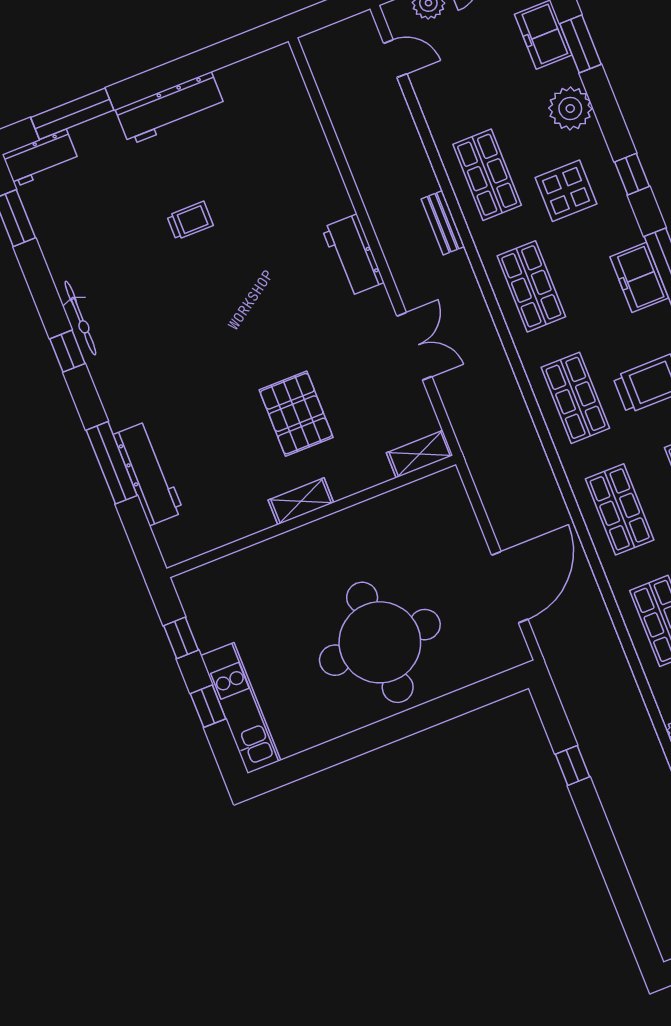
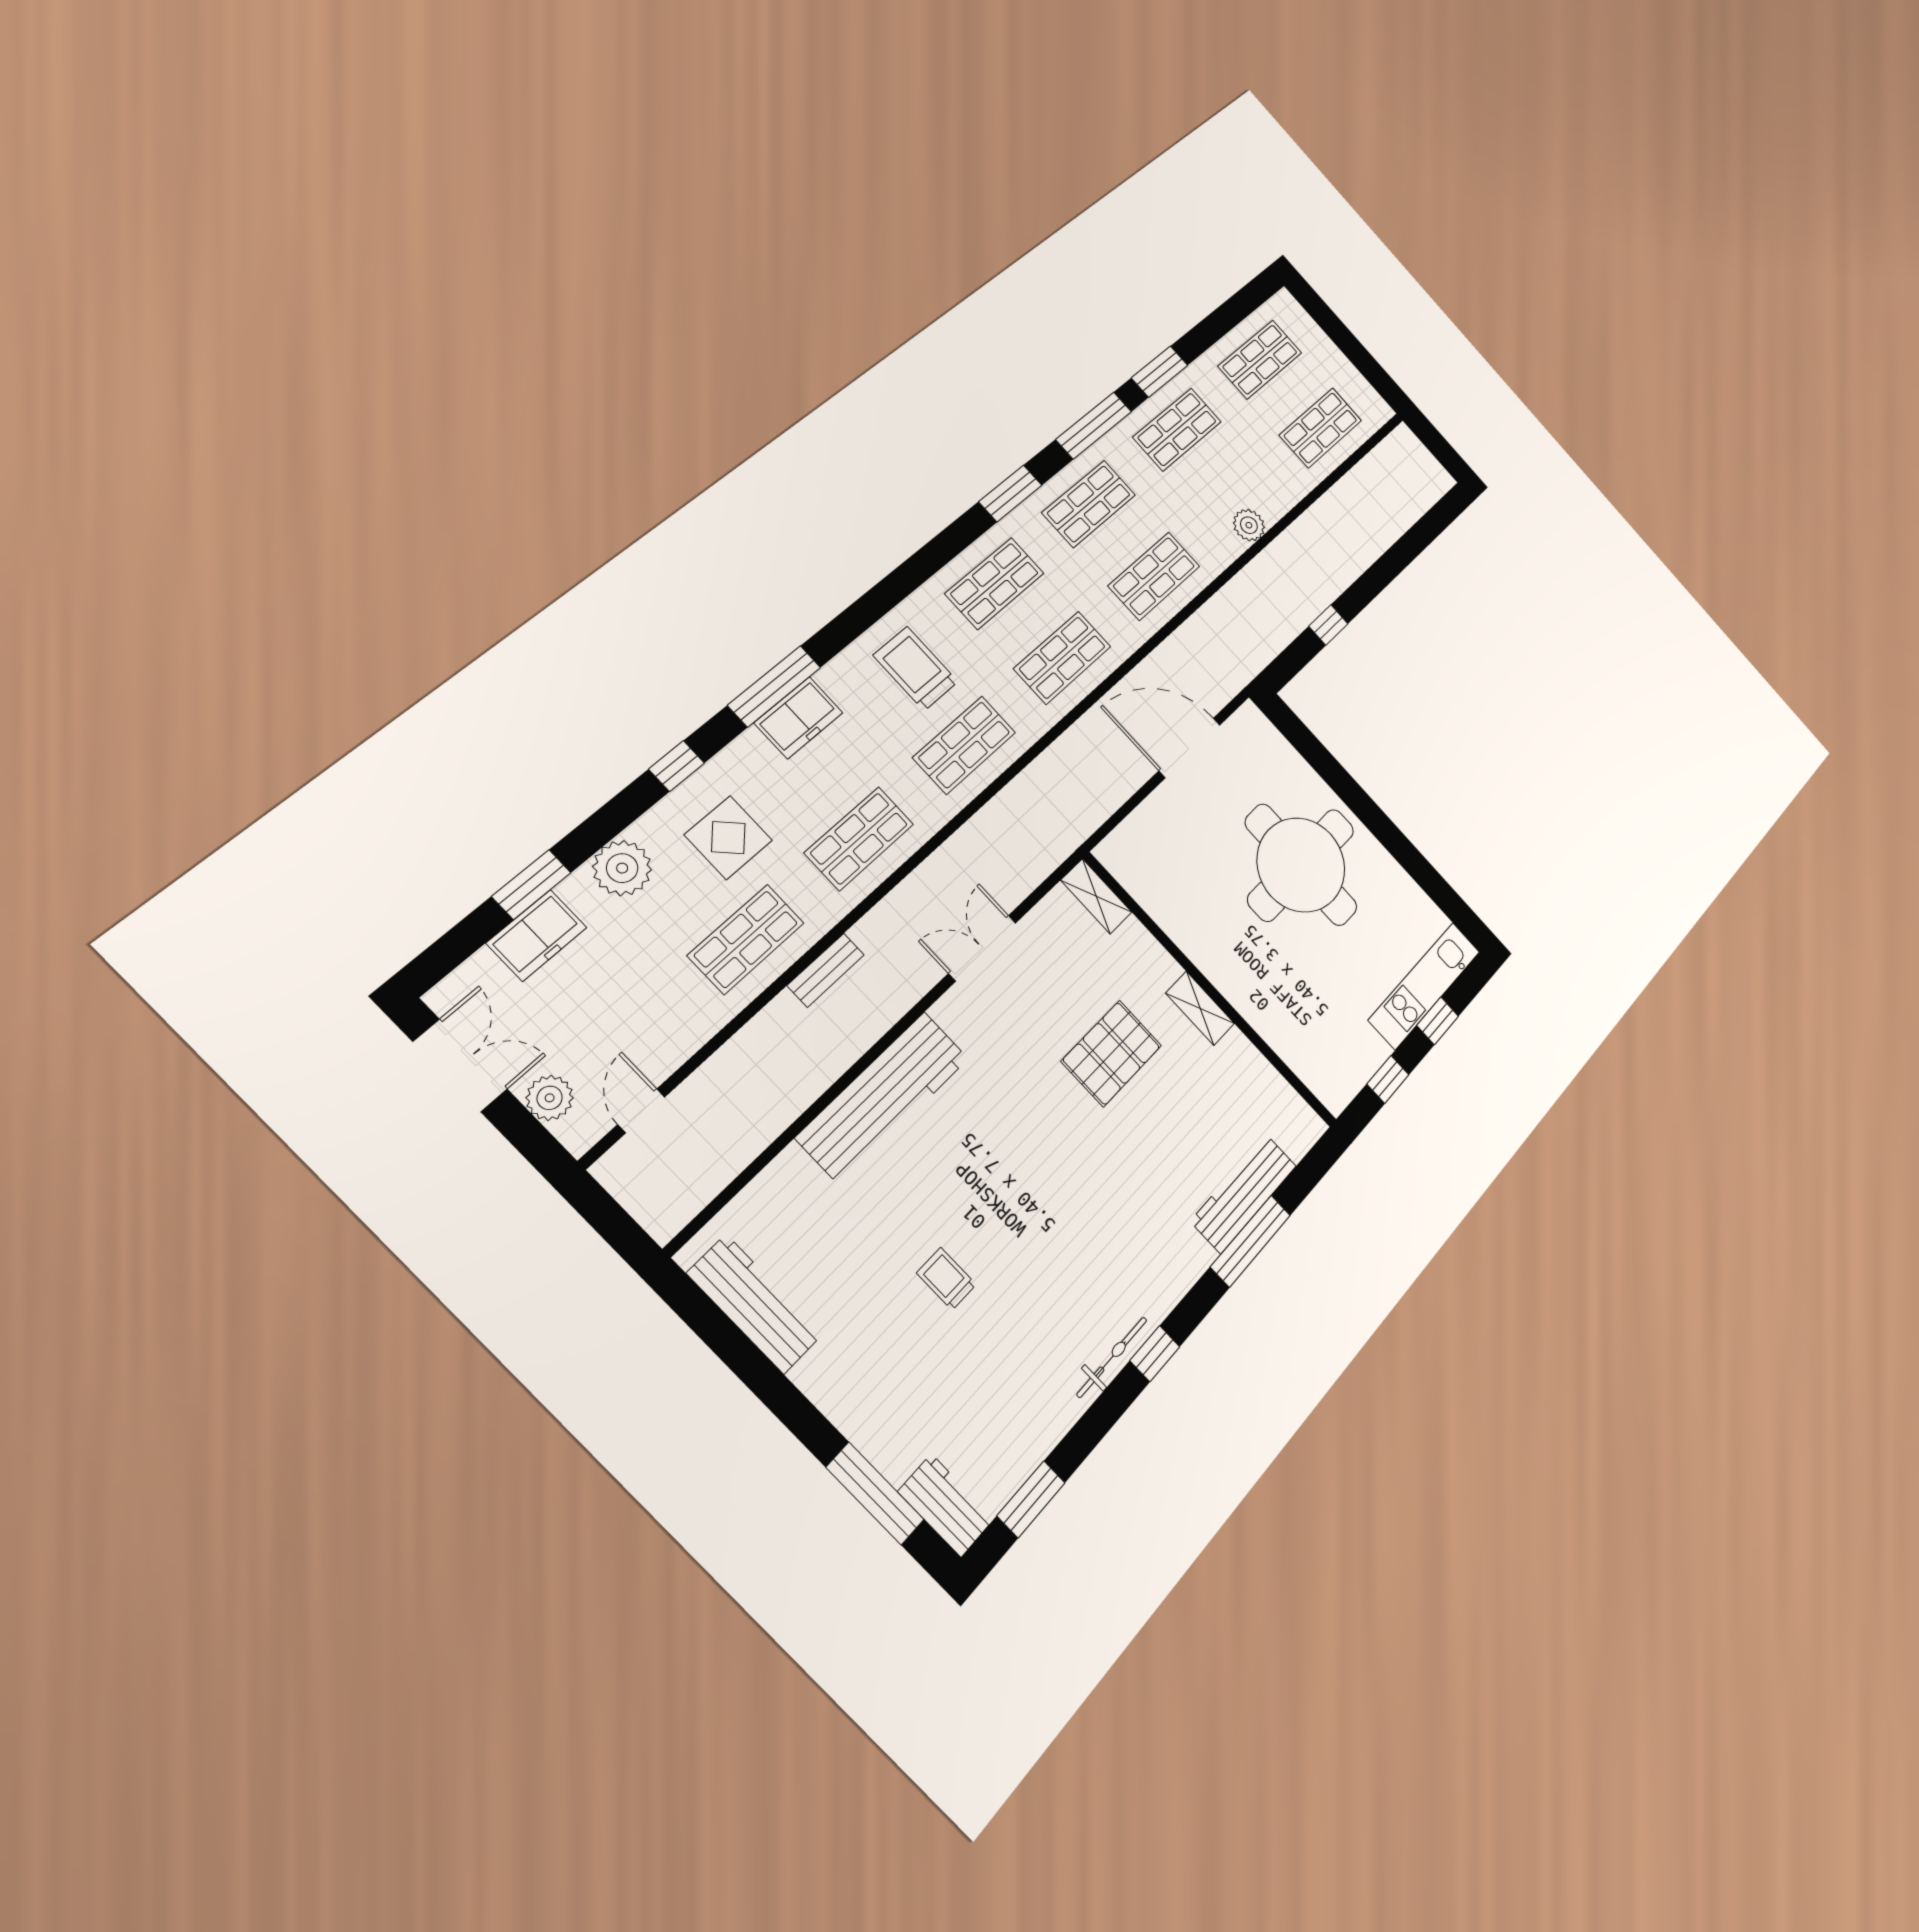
workbench: (170, 108) -> (755, 1304), moved
workbench: (353, 255) -> (883, 1098), width x1.88, depth x1.32

